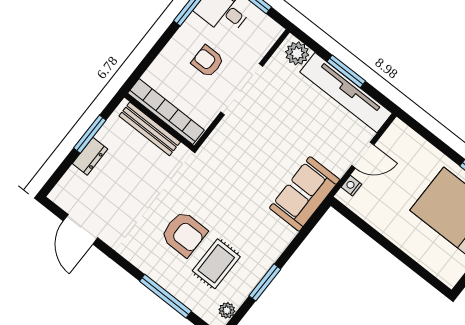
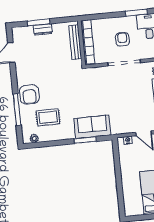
window: (90, 134) -> (39, 22), moved
sofa: (305, 194) -> (92, 127), moved
armchair: (184, 234) -> (29, 94), moved
window: (265, 282) -> (85, 140), moved

